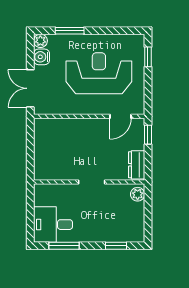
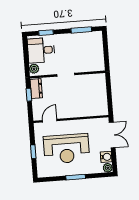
window: (70, 31) -> (76, 177), moved
window: (148, 57) -> (33, 152), moved
window: (148, 135) -> (29, 95), moved
desk: (53, 225) -> (41, 50), moved, turned 180

